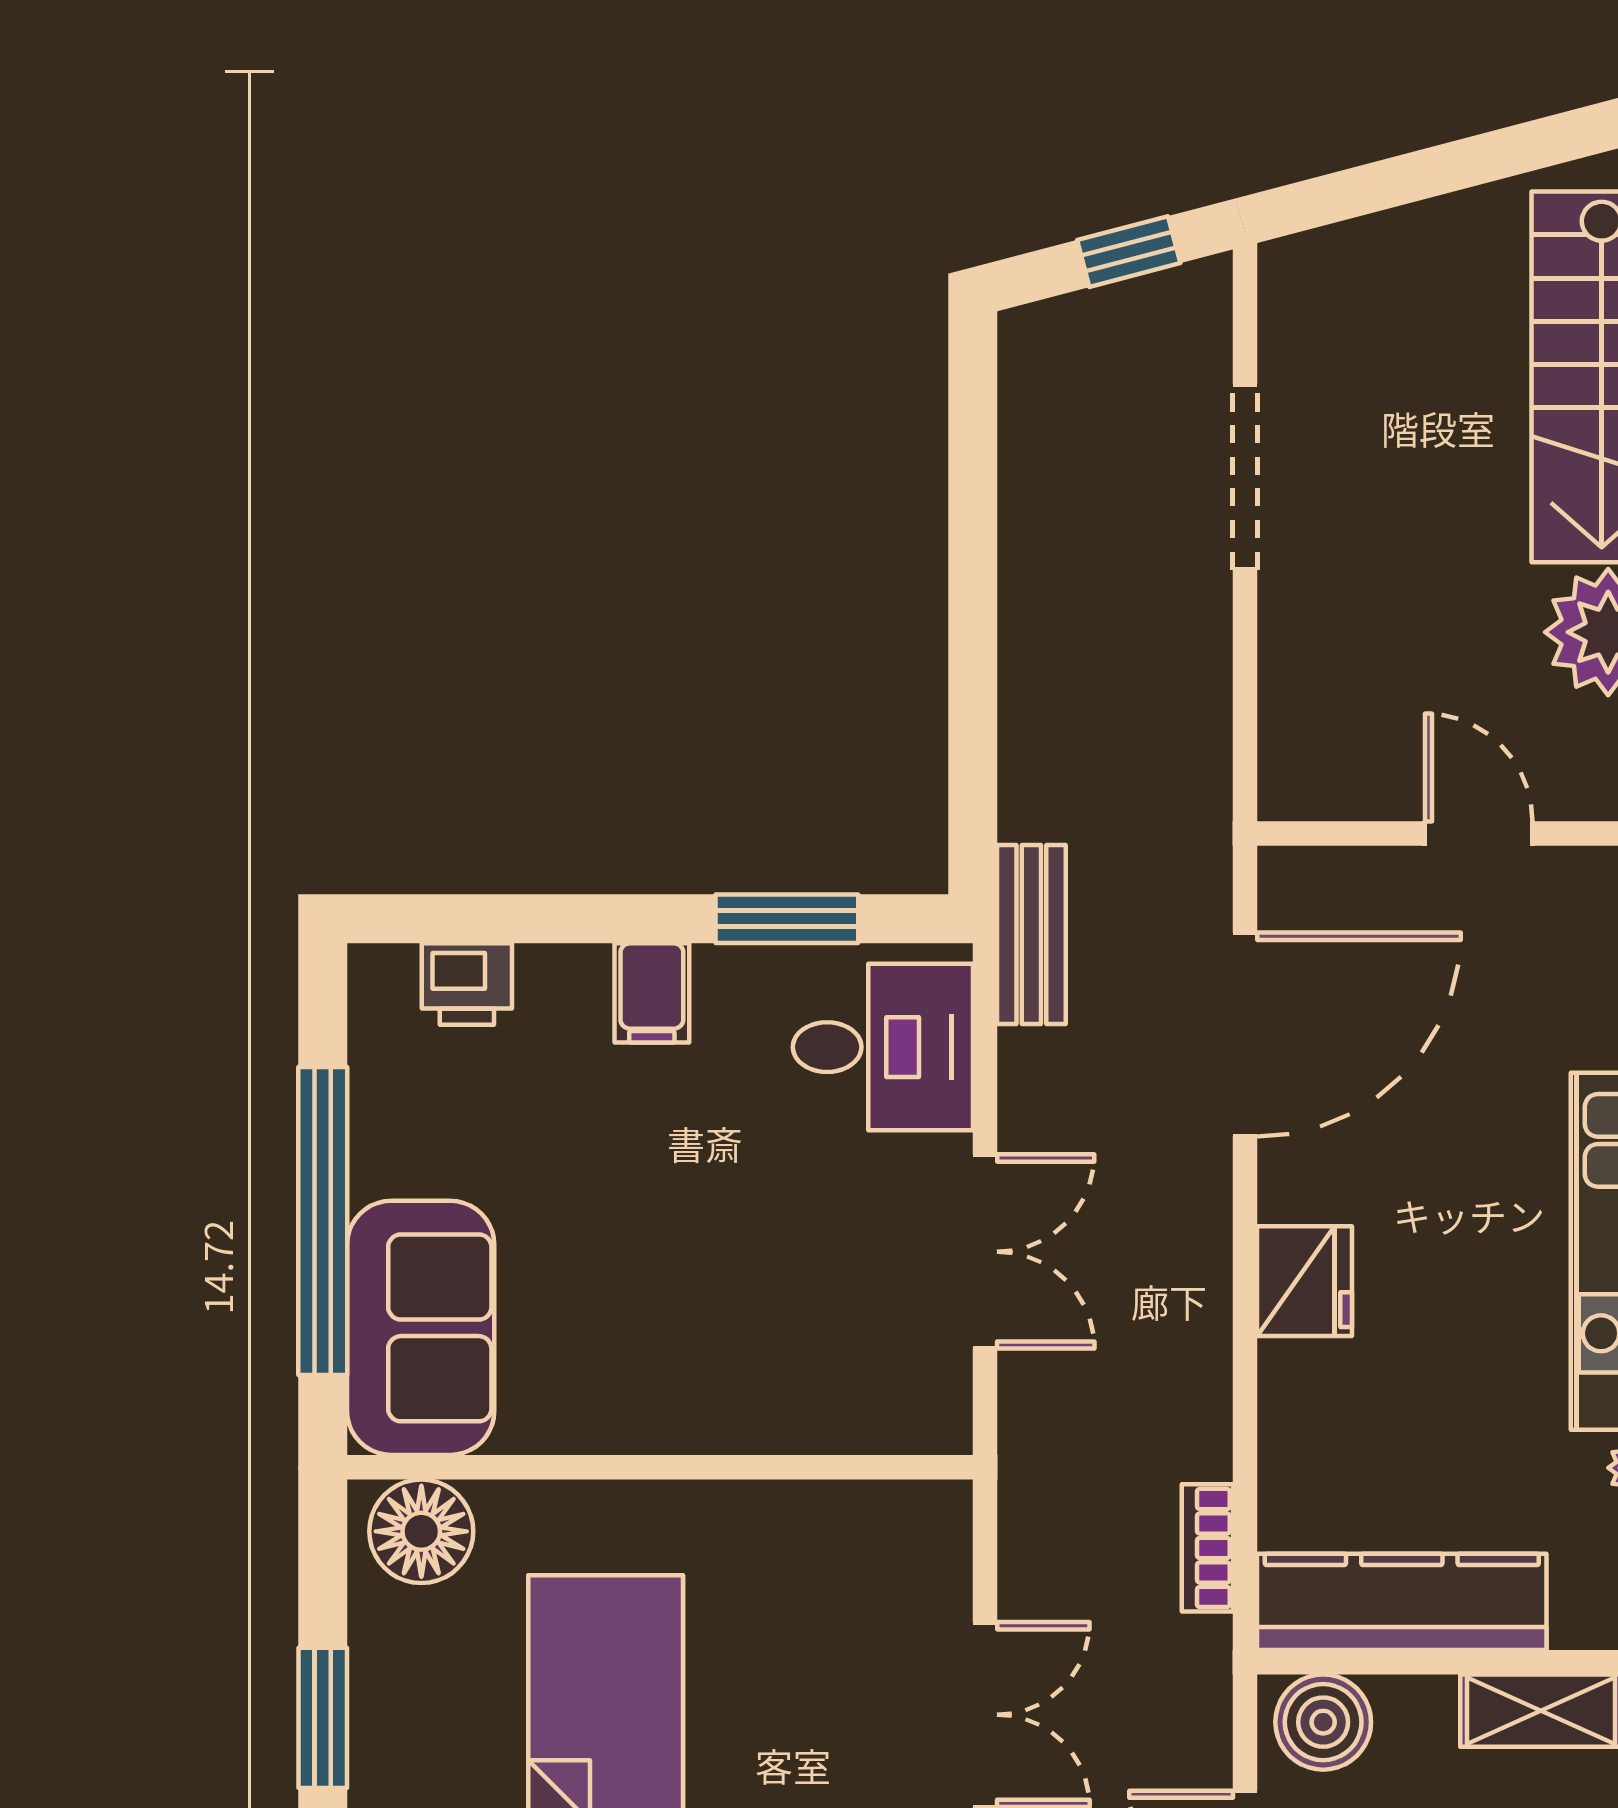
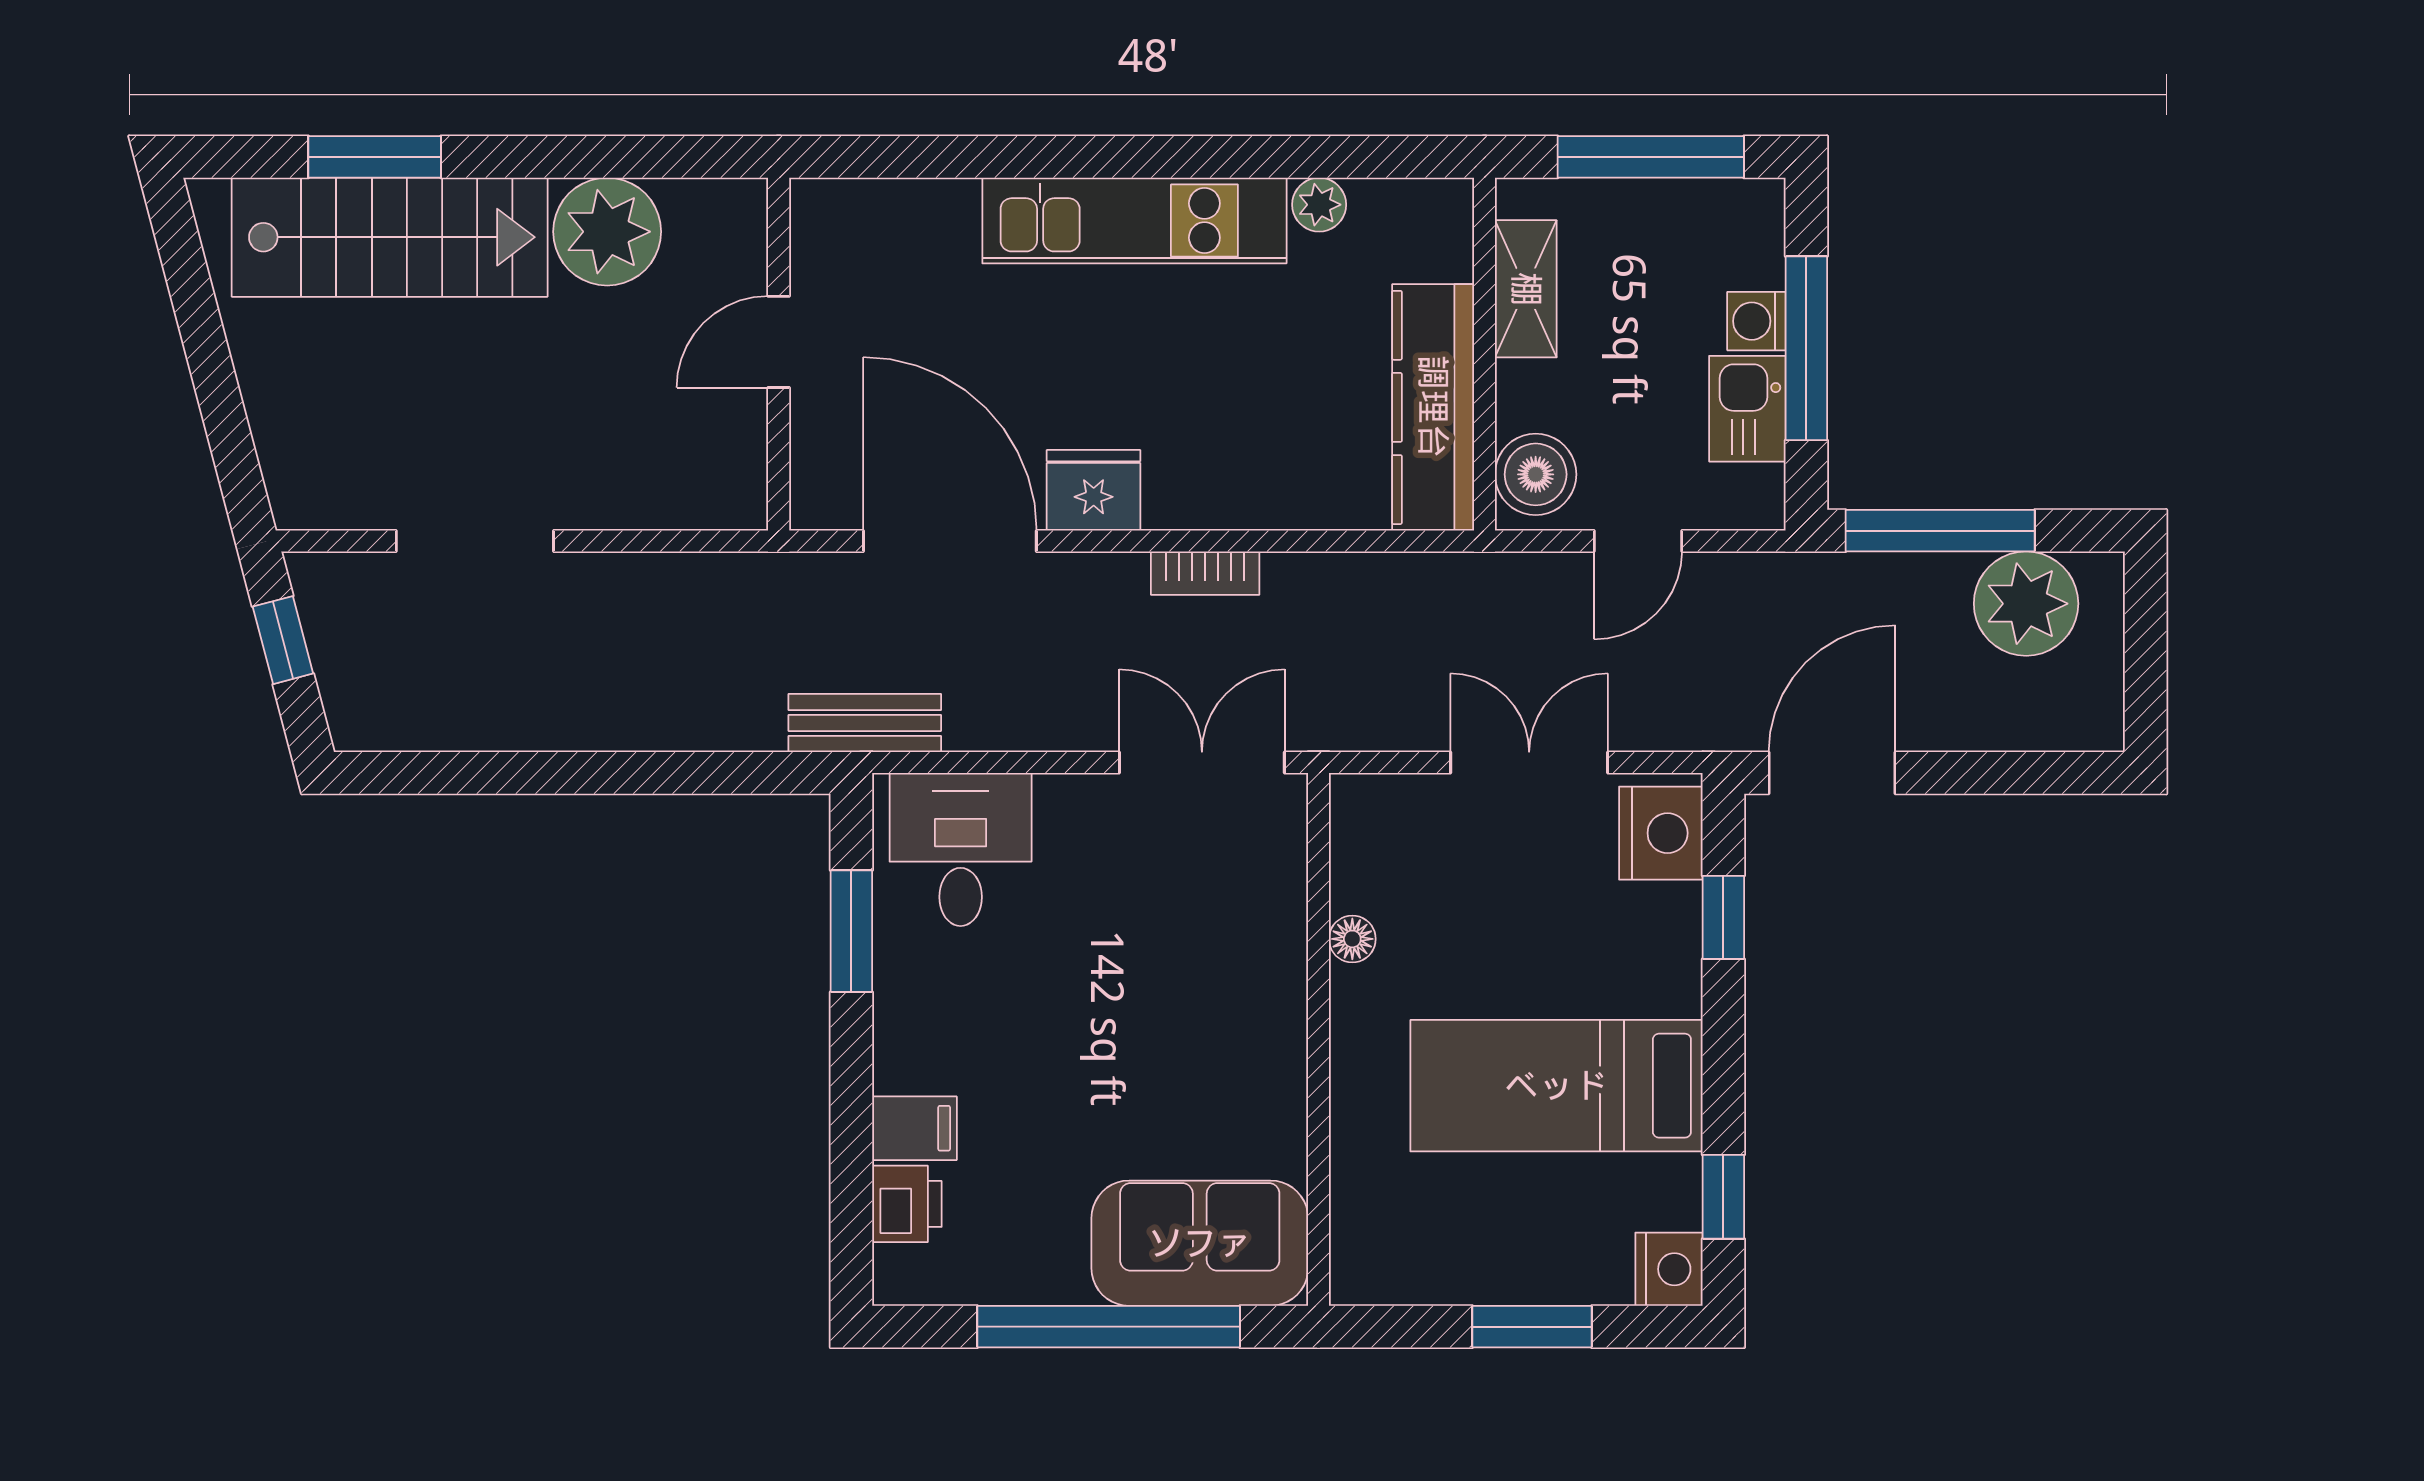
filing cabinet: (652, 993) -> (914, 1128), moved
double door: (985, 1252) -> (1202, 762), moved
fridge: (1304, 1281) -> (1094, 490), moved
floor lamp: (421, 1531) -> (1352, 939), moved, width x0.53, depth x0.53
bookcase: (1207, 1548) -> (1205, 573), moved

